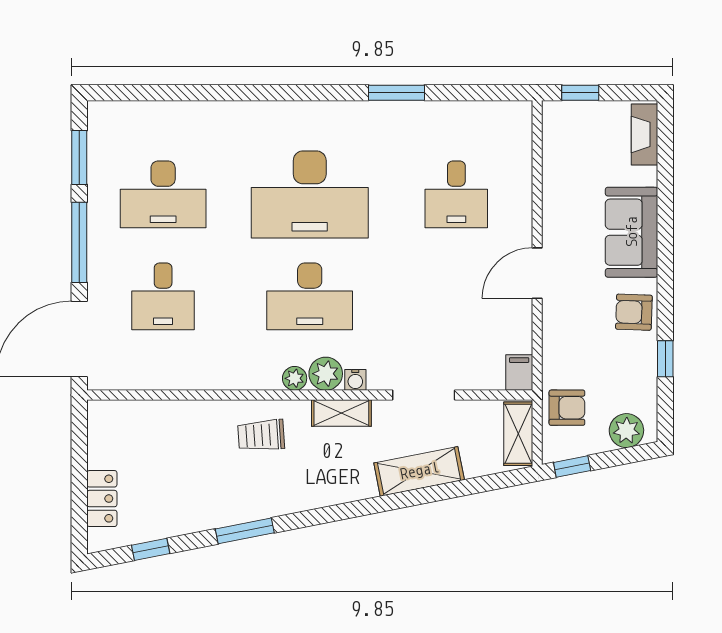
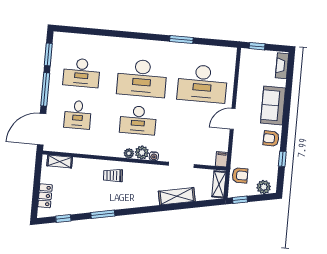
desk: (456, 194) -> (202, 84), width x1.87, depth x1.30
shelving: (341, 413) -> (60, 162), moved

